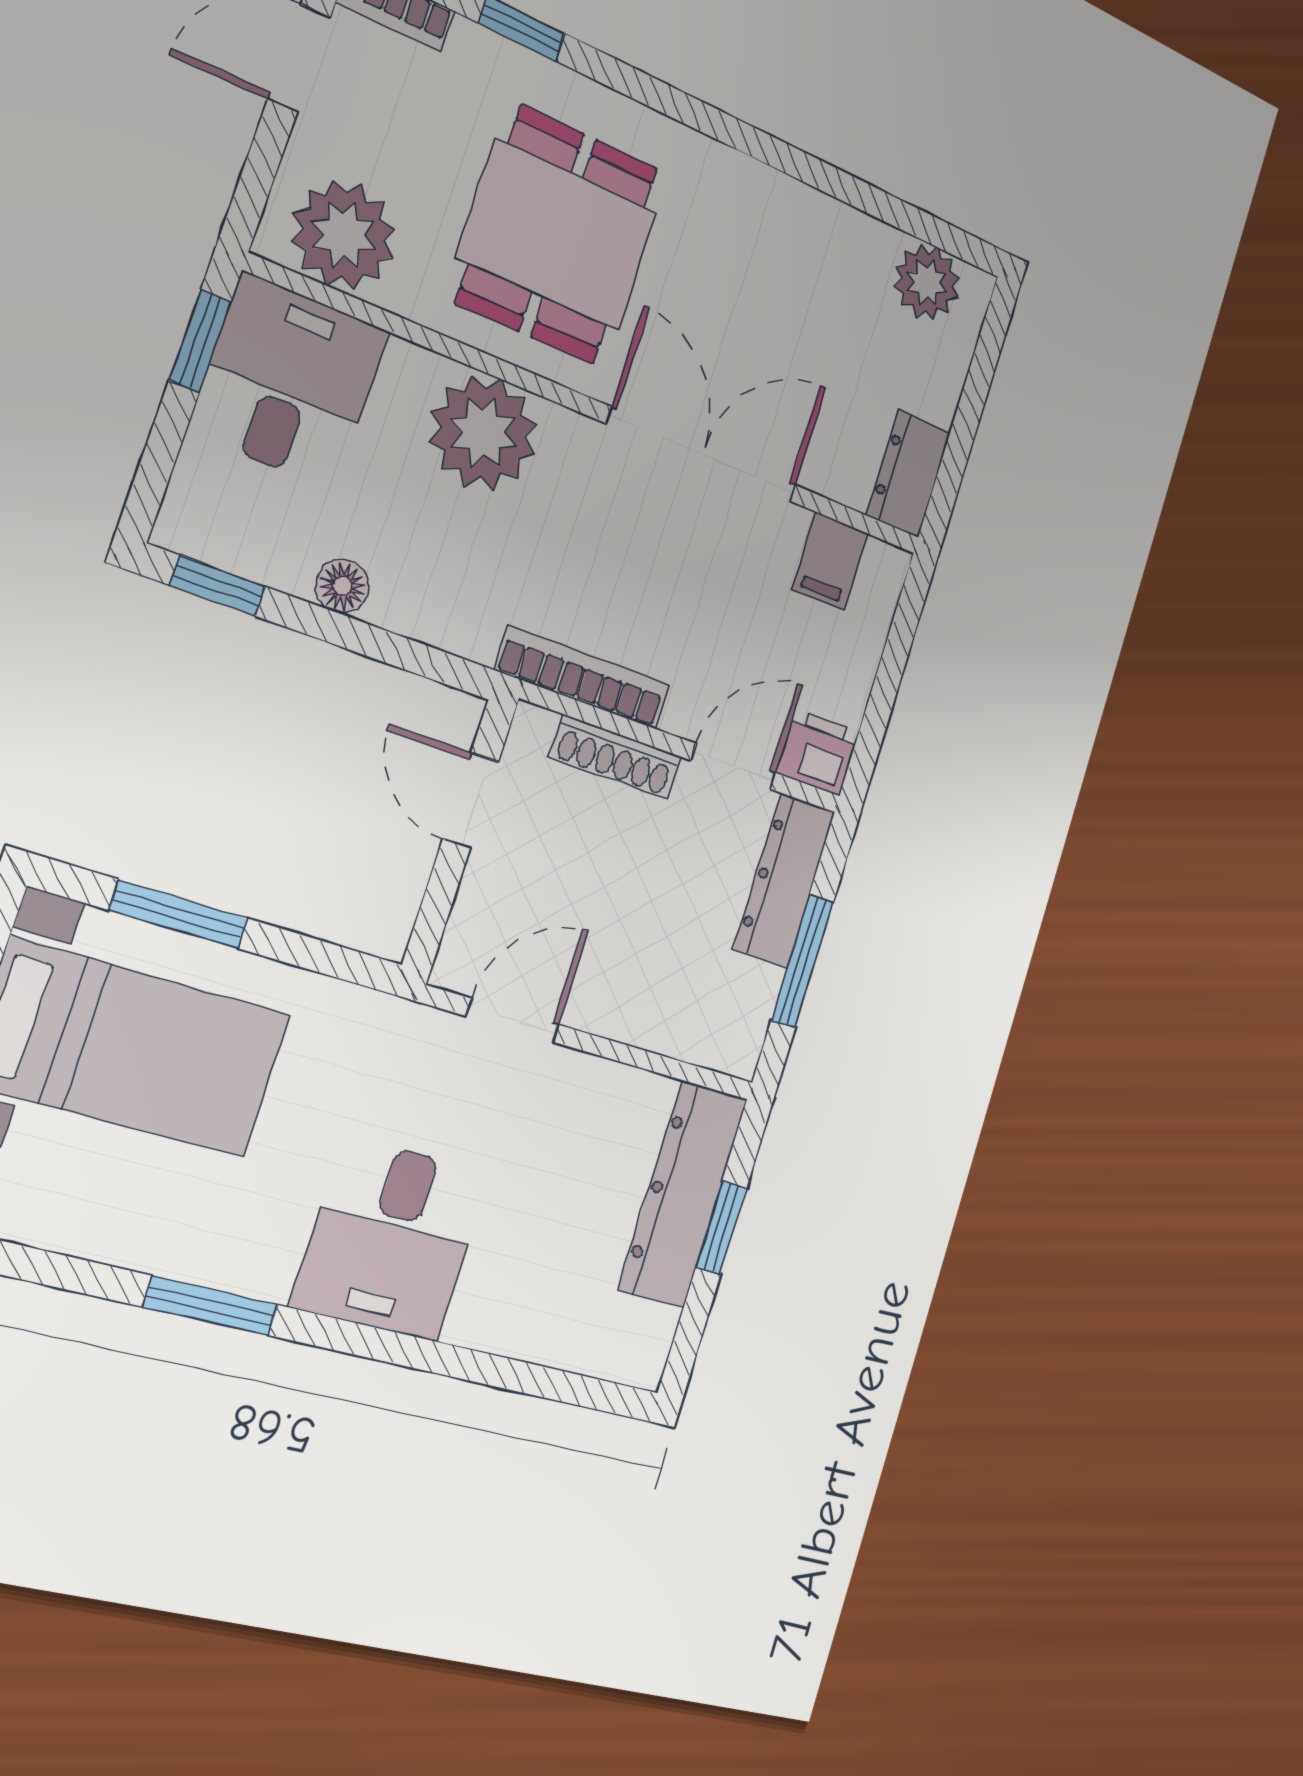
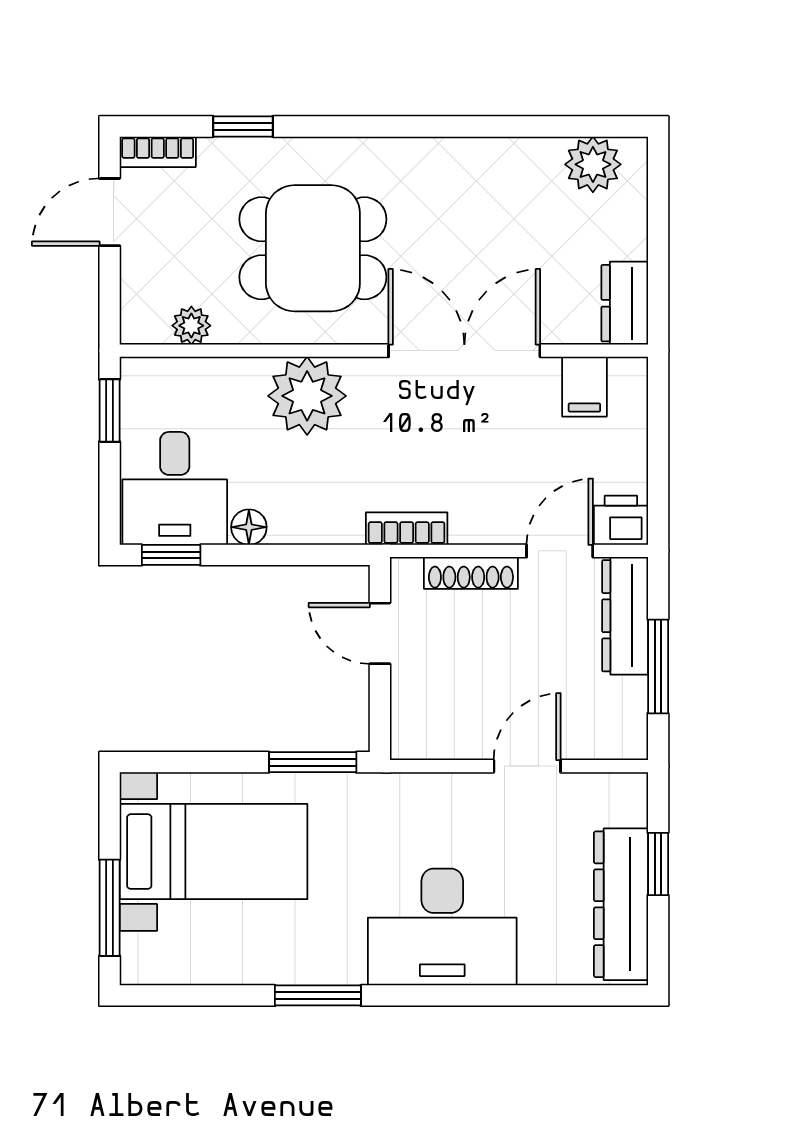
plant: (344, 235) -> (191, 326), width x0.53, depth x0.53
dining table: (558, 235) -> (313, 248), turned 90
desk: (289, 381) -> (175, 488), moved, turned 180
bookcase: (582, 677) -> (407, 529), width x0.64
window: (179, 914) -> (313, 762), moved
door: (513, 1020) -> (527, 766), moved
dresser: (683, 1194) -> (621, 904), moved
desk: (391, 1239) -> (442, 927), width x1.37

